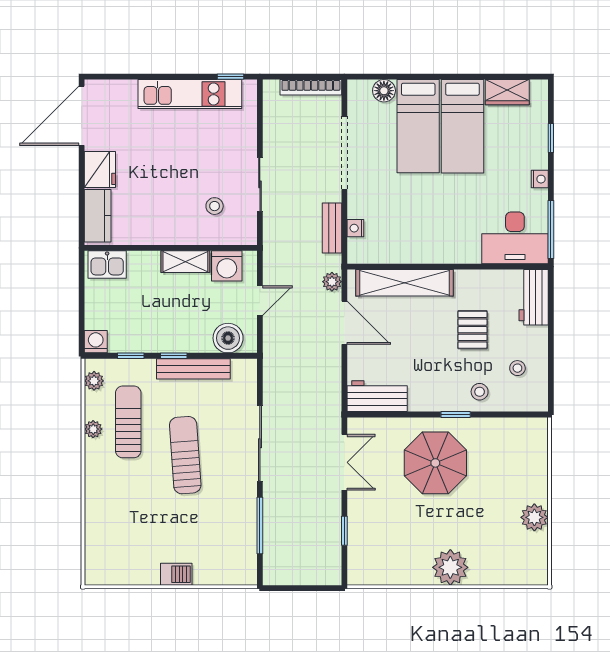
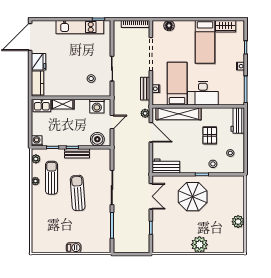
bed: (418, 126) -> (177, 84), moved, turned 180
desk: (515, 238) -> (203, 93), moved
shelving: (185, 262) -> (63, 104), moved
bench: (193, 369) -> (77, 153), width x0.73

